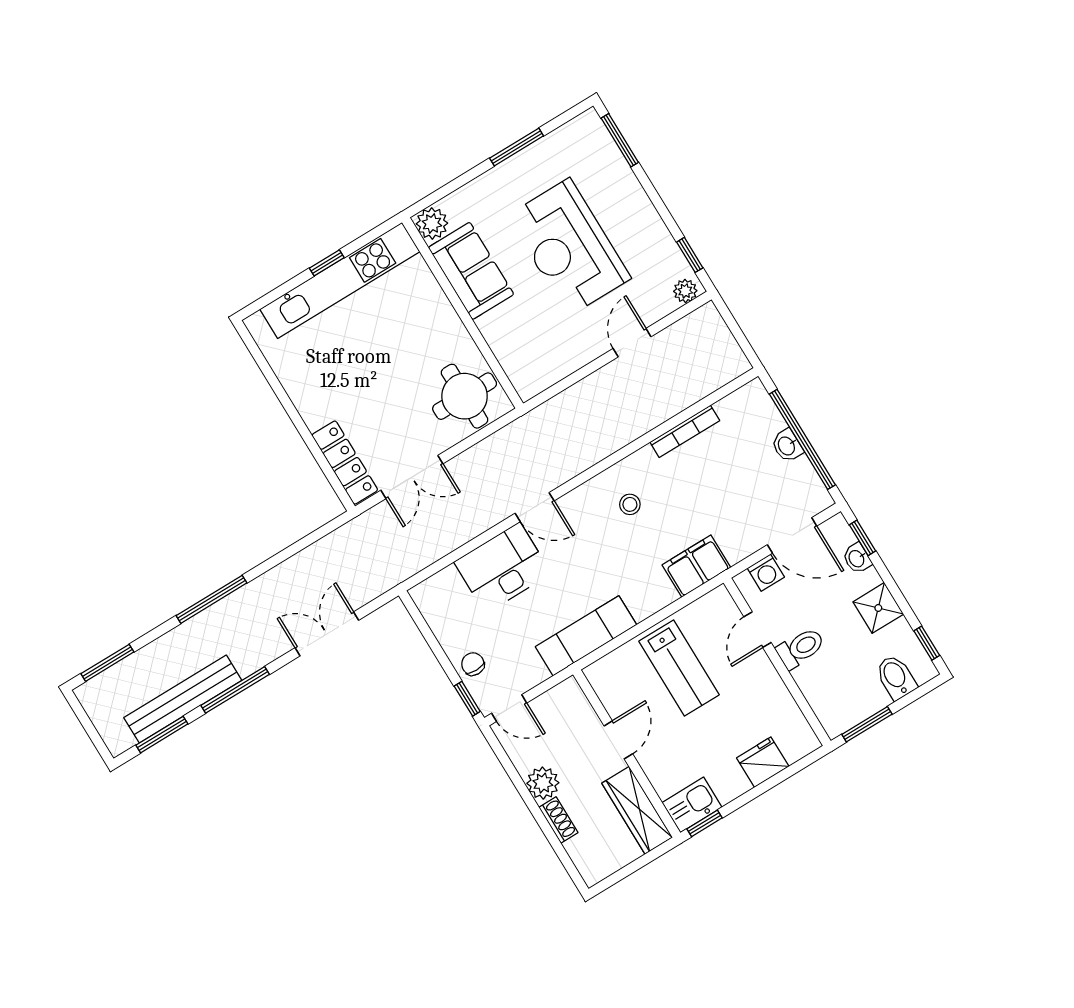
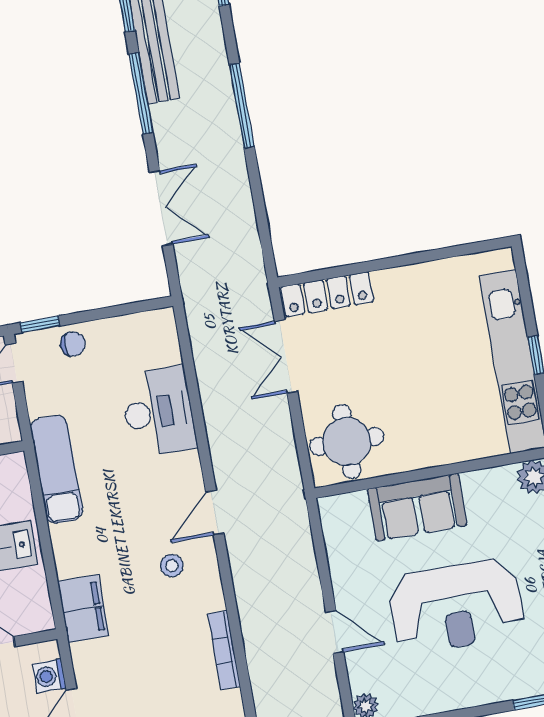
reception desk: (569, 247) -> (456, 606), turned 180
sofa: (471, 271) -> (417, 507), moved
door: (535, 507) -> (215, 513), moved

